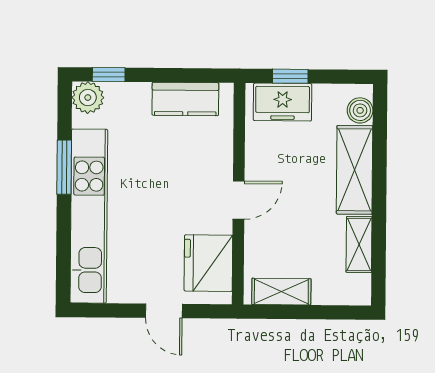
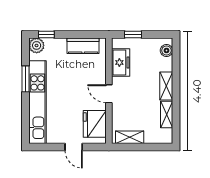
freezer: (283, 102) -> (121, 62), moved, turned -90
shelving: (355, 170) -> (166, 86), width x0.67, depth x0.75
door: (239, 200) -> (109, 94), swing flipped

